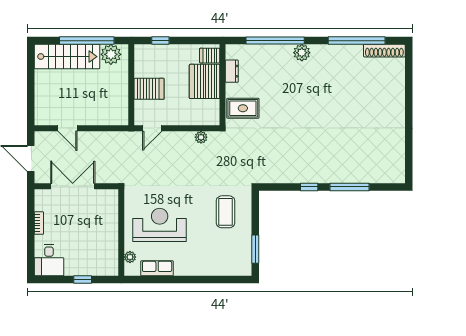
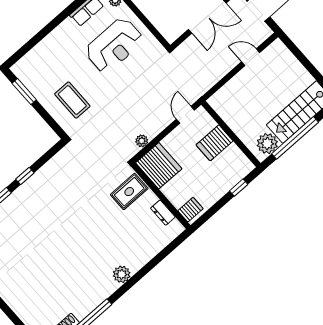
window: (275, 41) -> (150, 266), removed
server rack: (205, 81) -> (159, 166), moved

